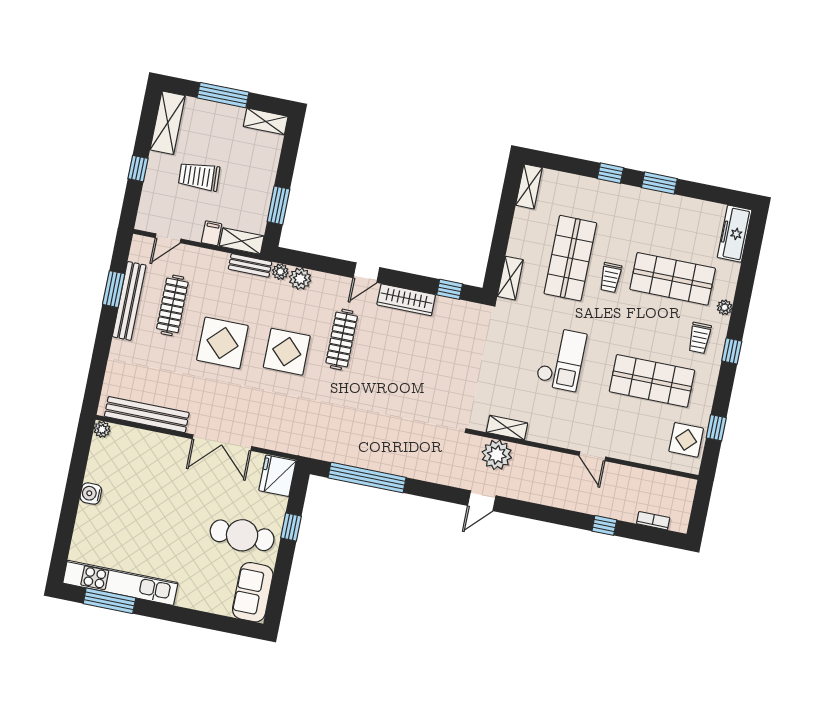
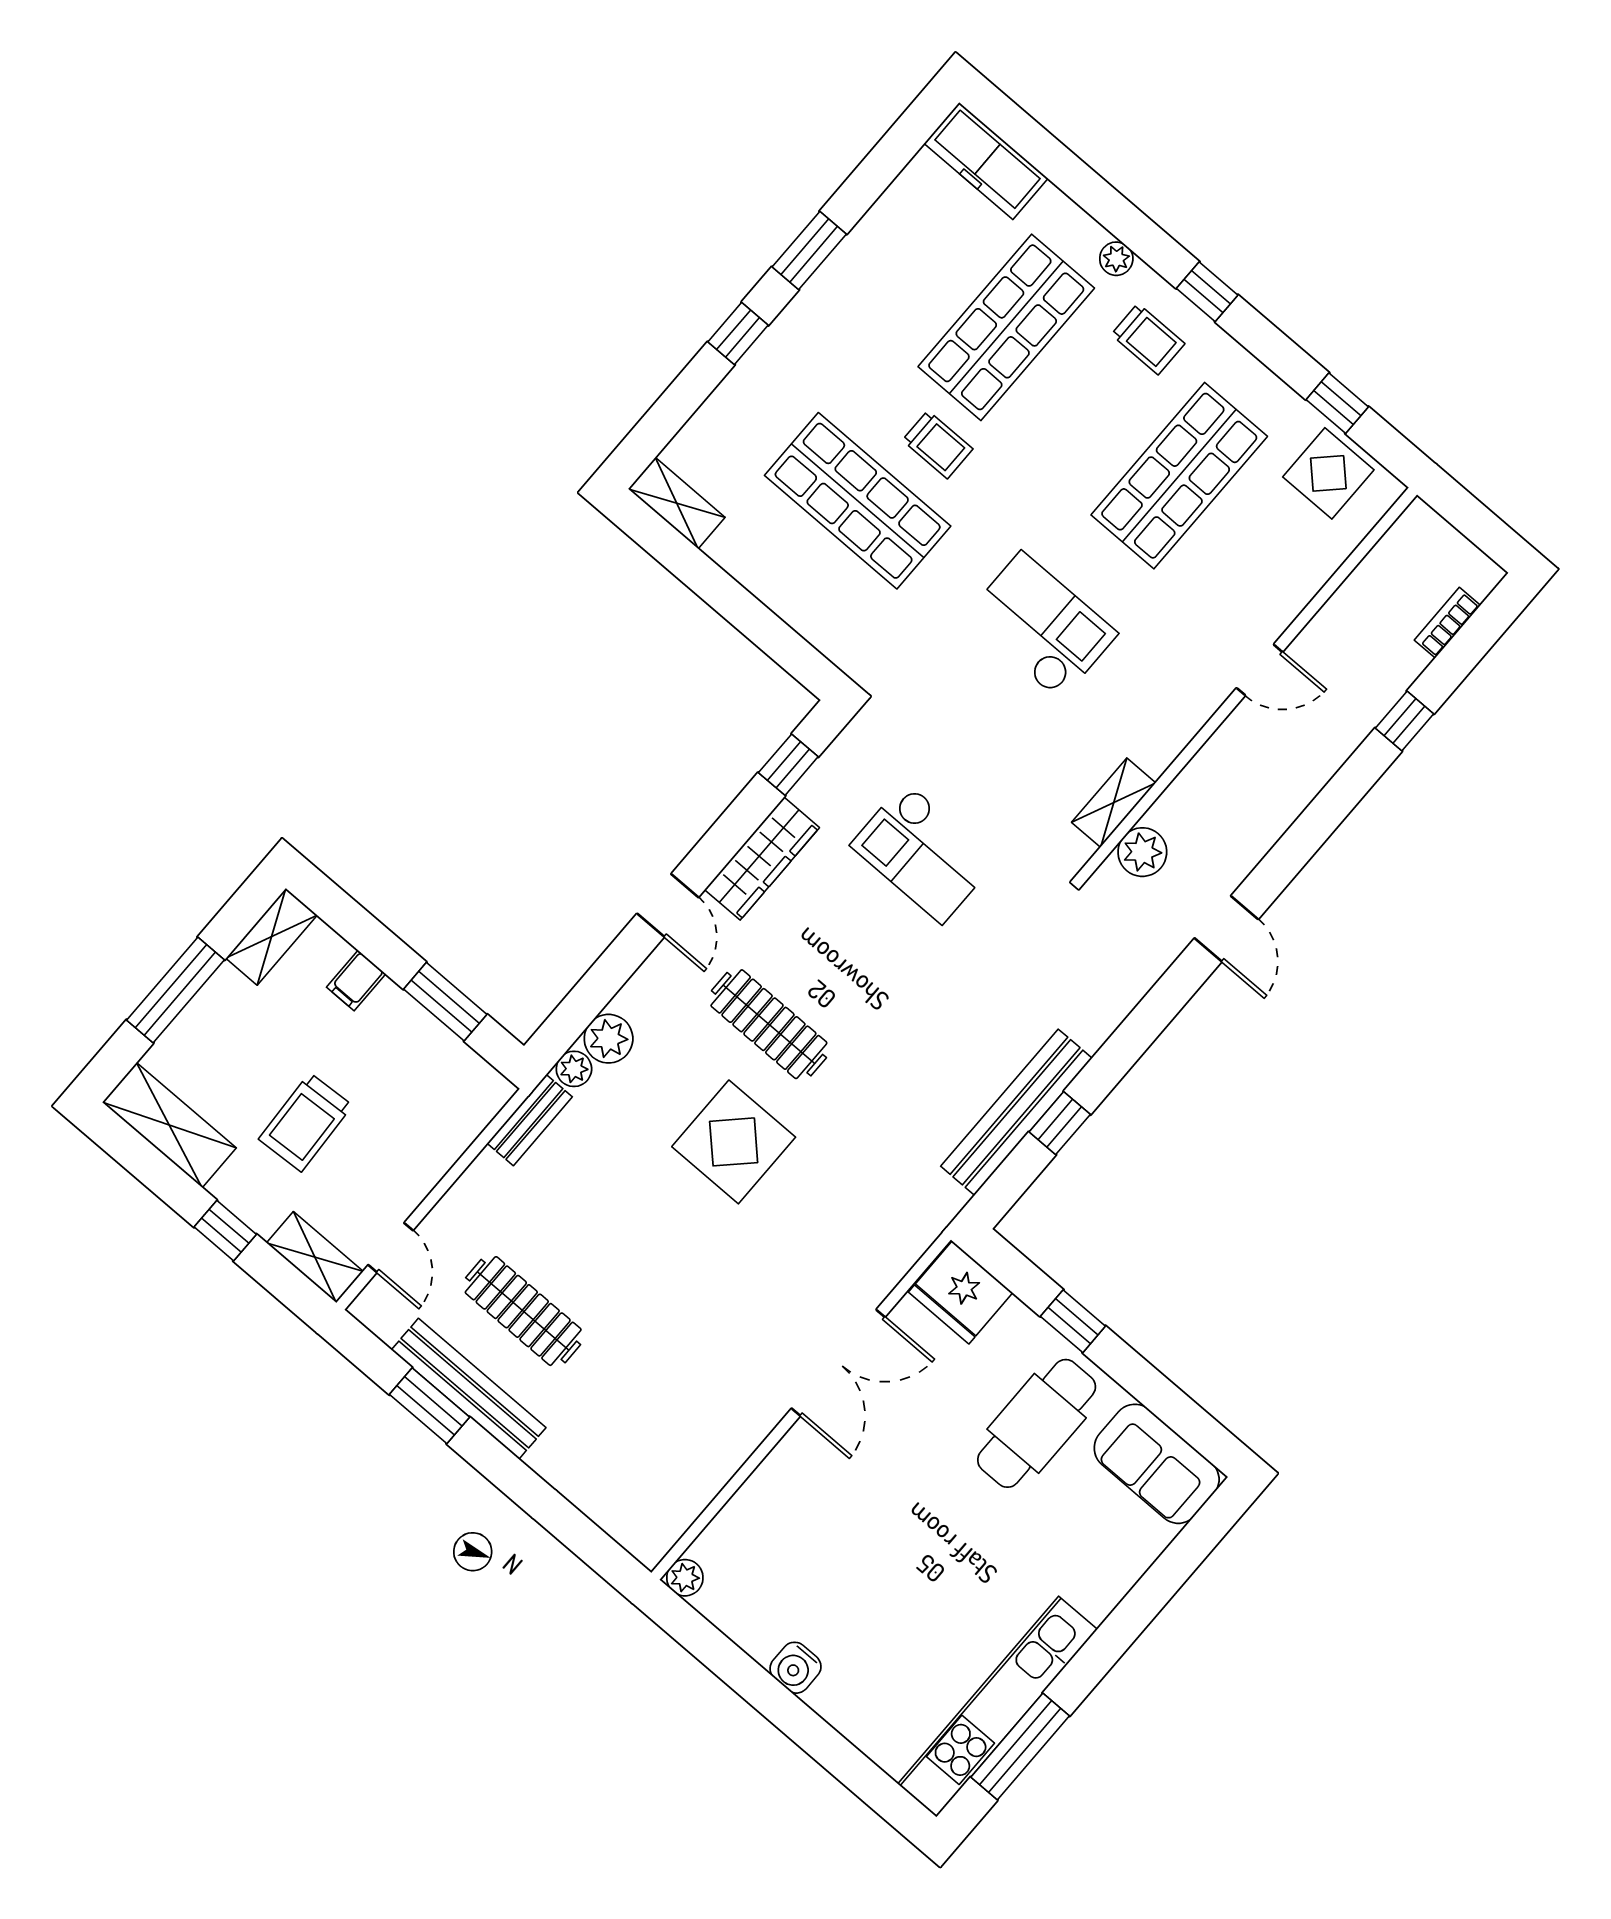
filing cabinet: (212, 233) -> (356, 981), moved, turned -90
shelving: (242, 241) -> (315, 1257), moved, turned 90
shelving: (510, 278) -> (832, 637), removed
display table: (222, 343) -> (648, 1256), removed
checkout: (445, 363) -> (924, 853), added
bench: (147, 415) -> (1016, 1112), moved
plant: (497, 455) -> (1142, 852), width x0.73, depth x0.73
window: (367, 478) -> (1060, 1123), width x0.32

